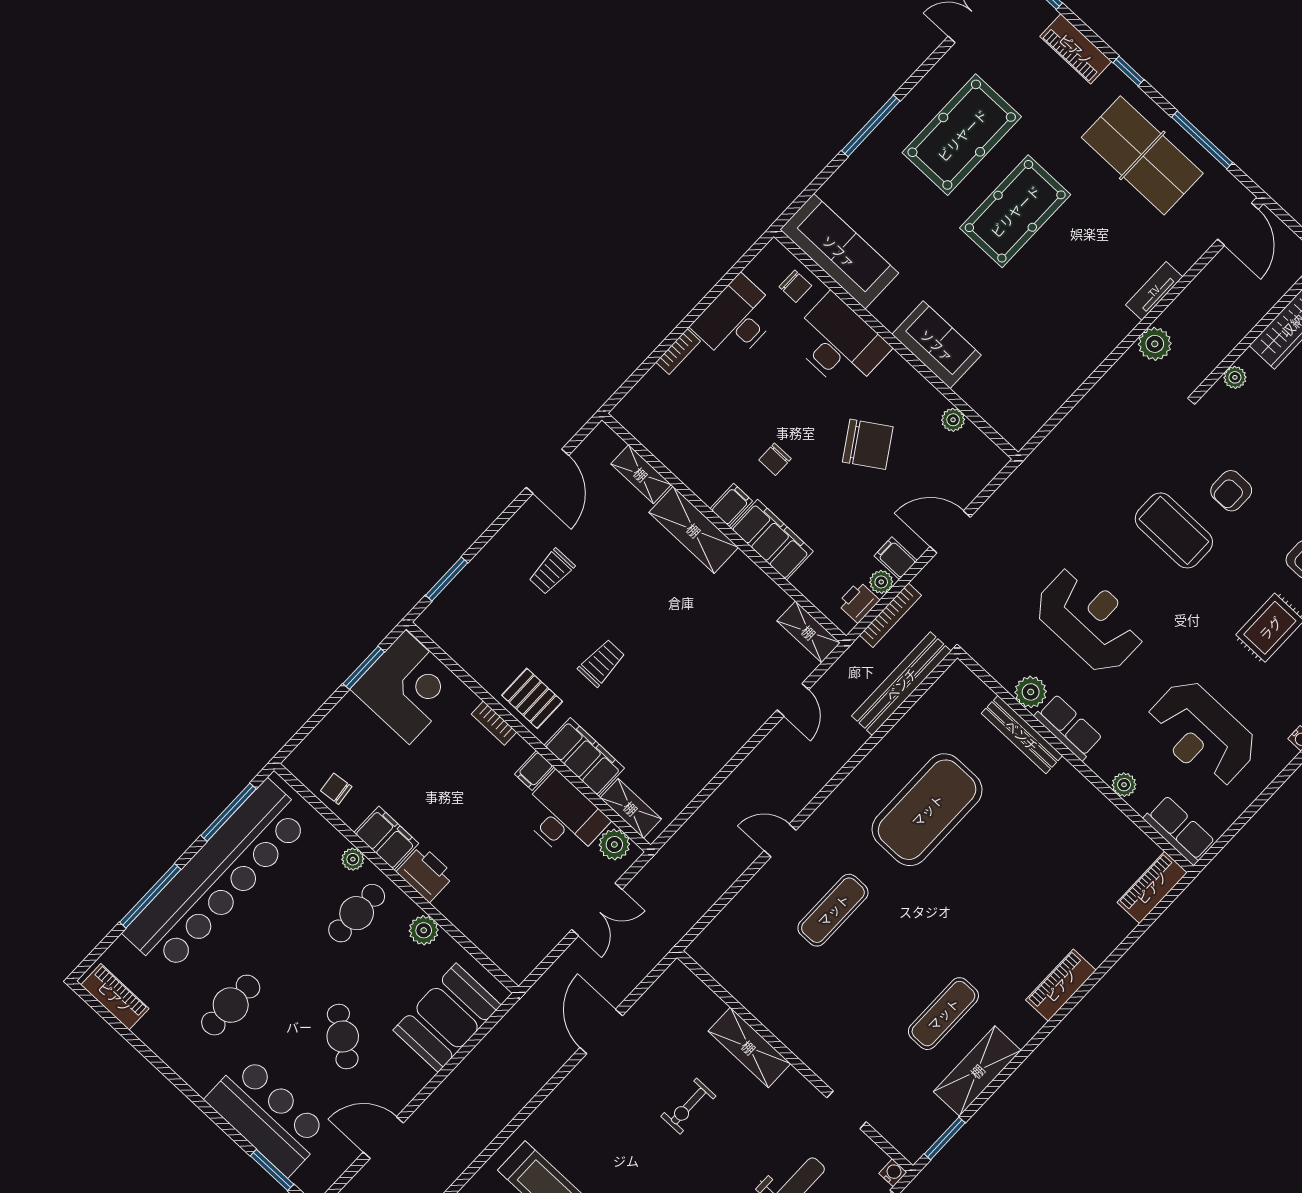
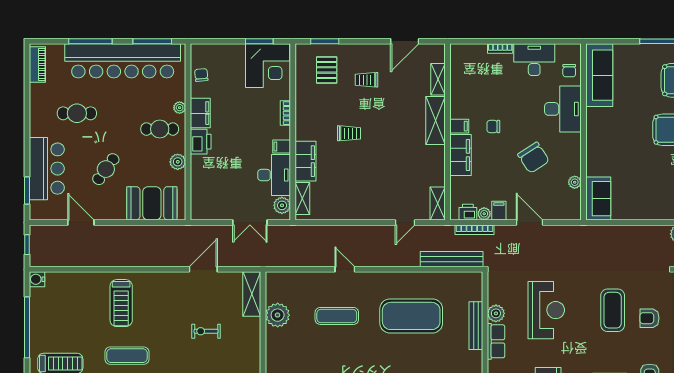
sofa: (937, 345) -> (598, 199), moved
pallet: (532, 698) -> (327, 70), moved
plant: (757, 989) -> (278, 315), added
shelving: (749, 1047) -> (252, 294), moved

